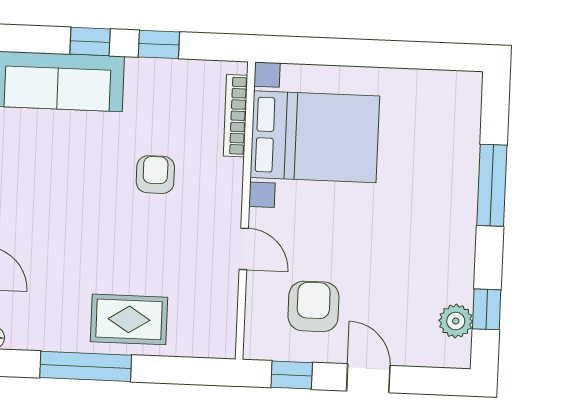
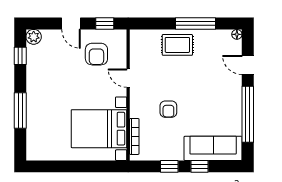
plant: (456, 321) -> (34, 37), moved

